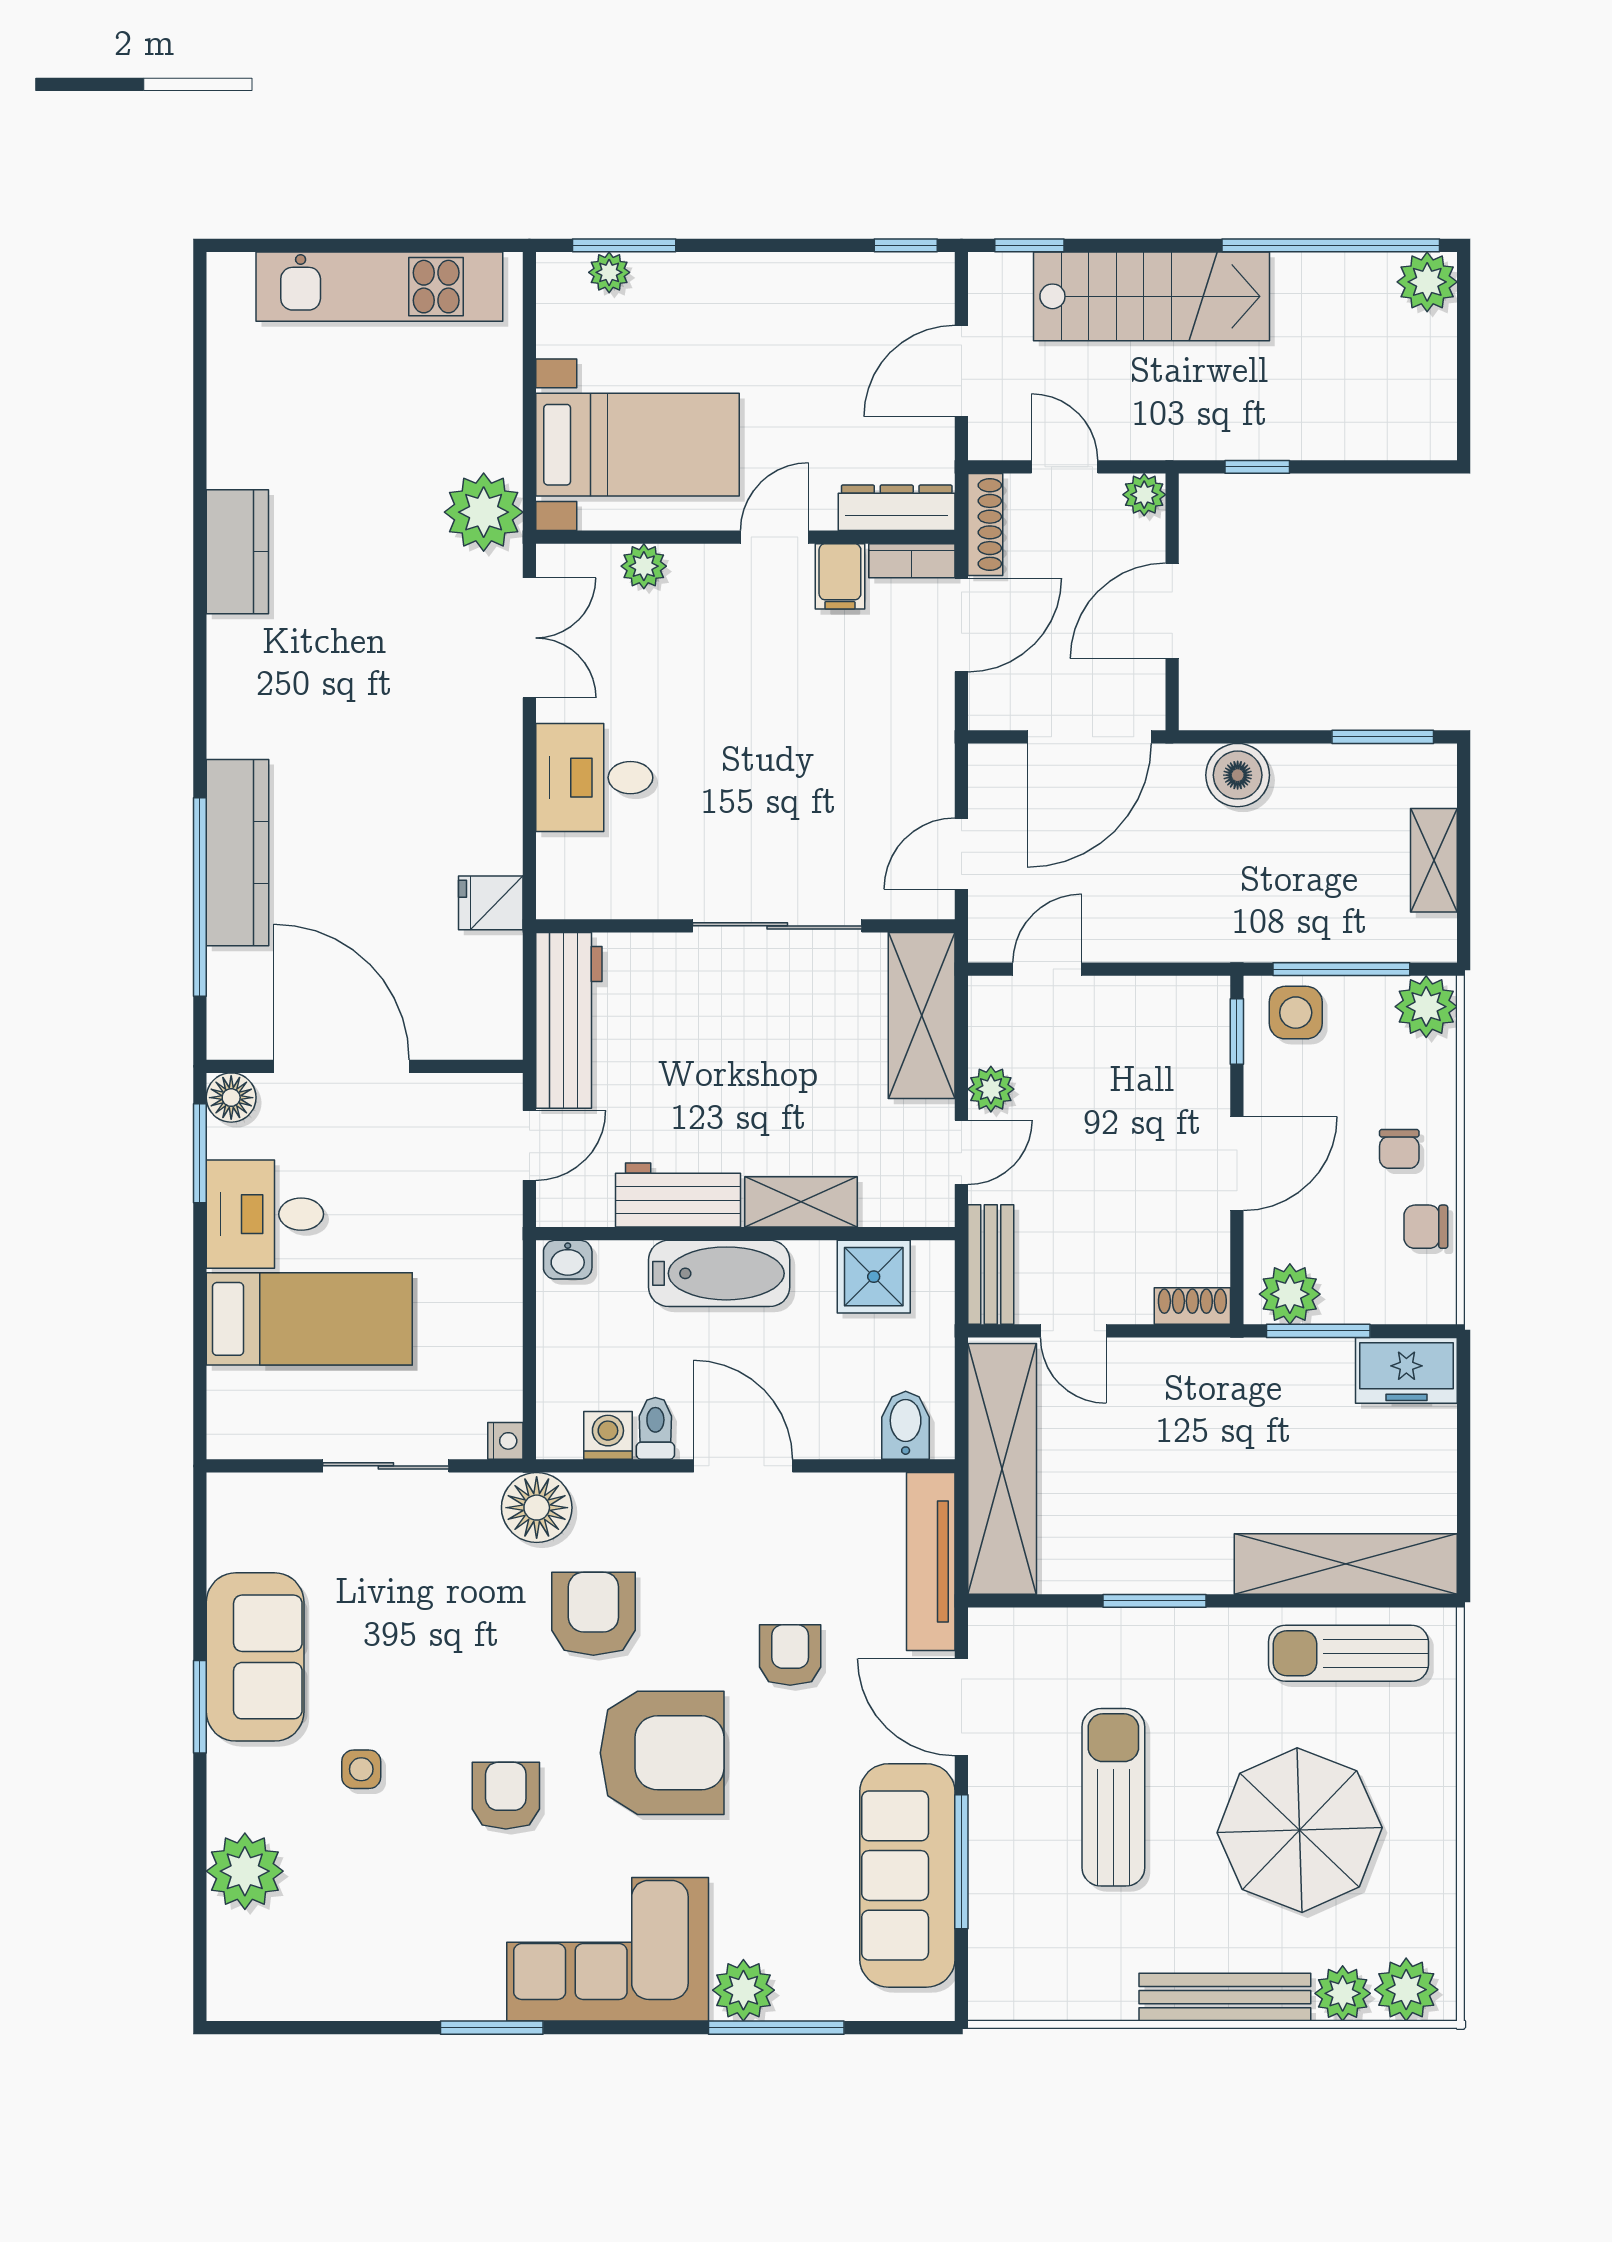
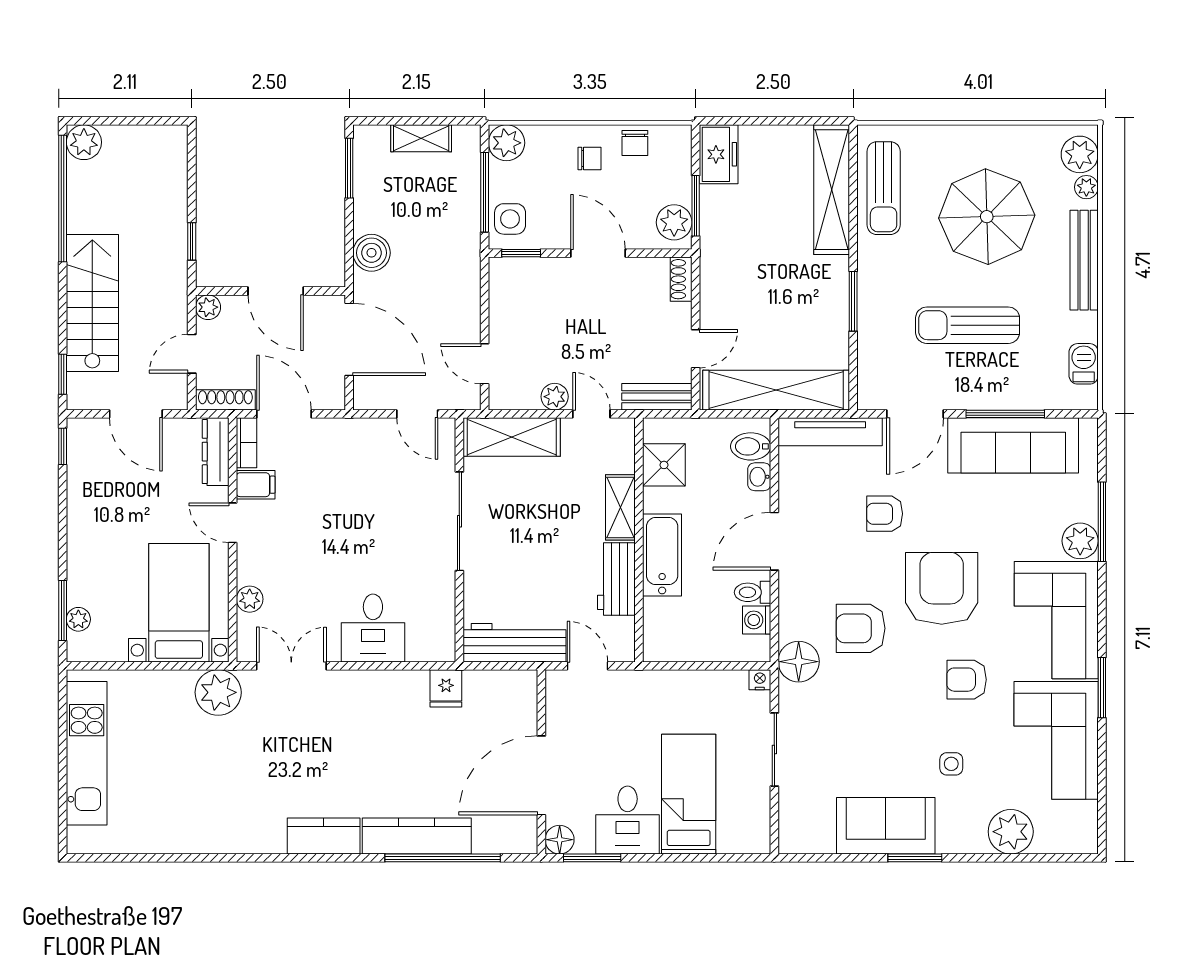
kitchen counter: (237, 552) -> (324, 836), moved
washbasin: (568, 1260) -> (759, 477), moved, turned 180
corner sofa: (402, 1949) -> (1056, 740), added
plant: (1343, 1993) -> (1086, 187), width x0.73, depth x0.73
barbecue: (1047, 1996) -> (1084, 364), added

